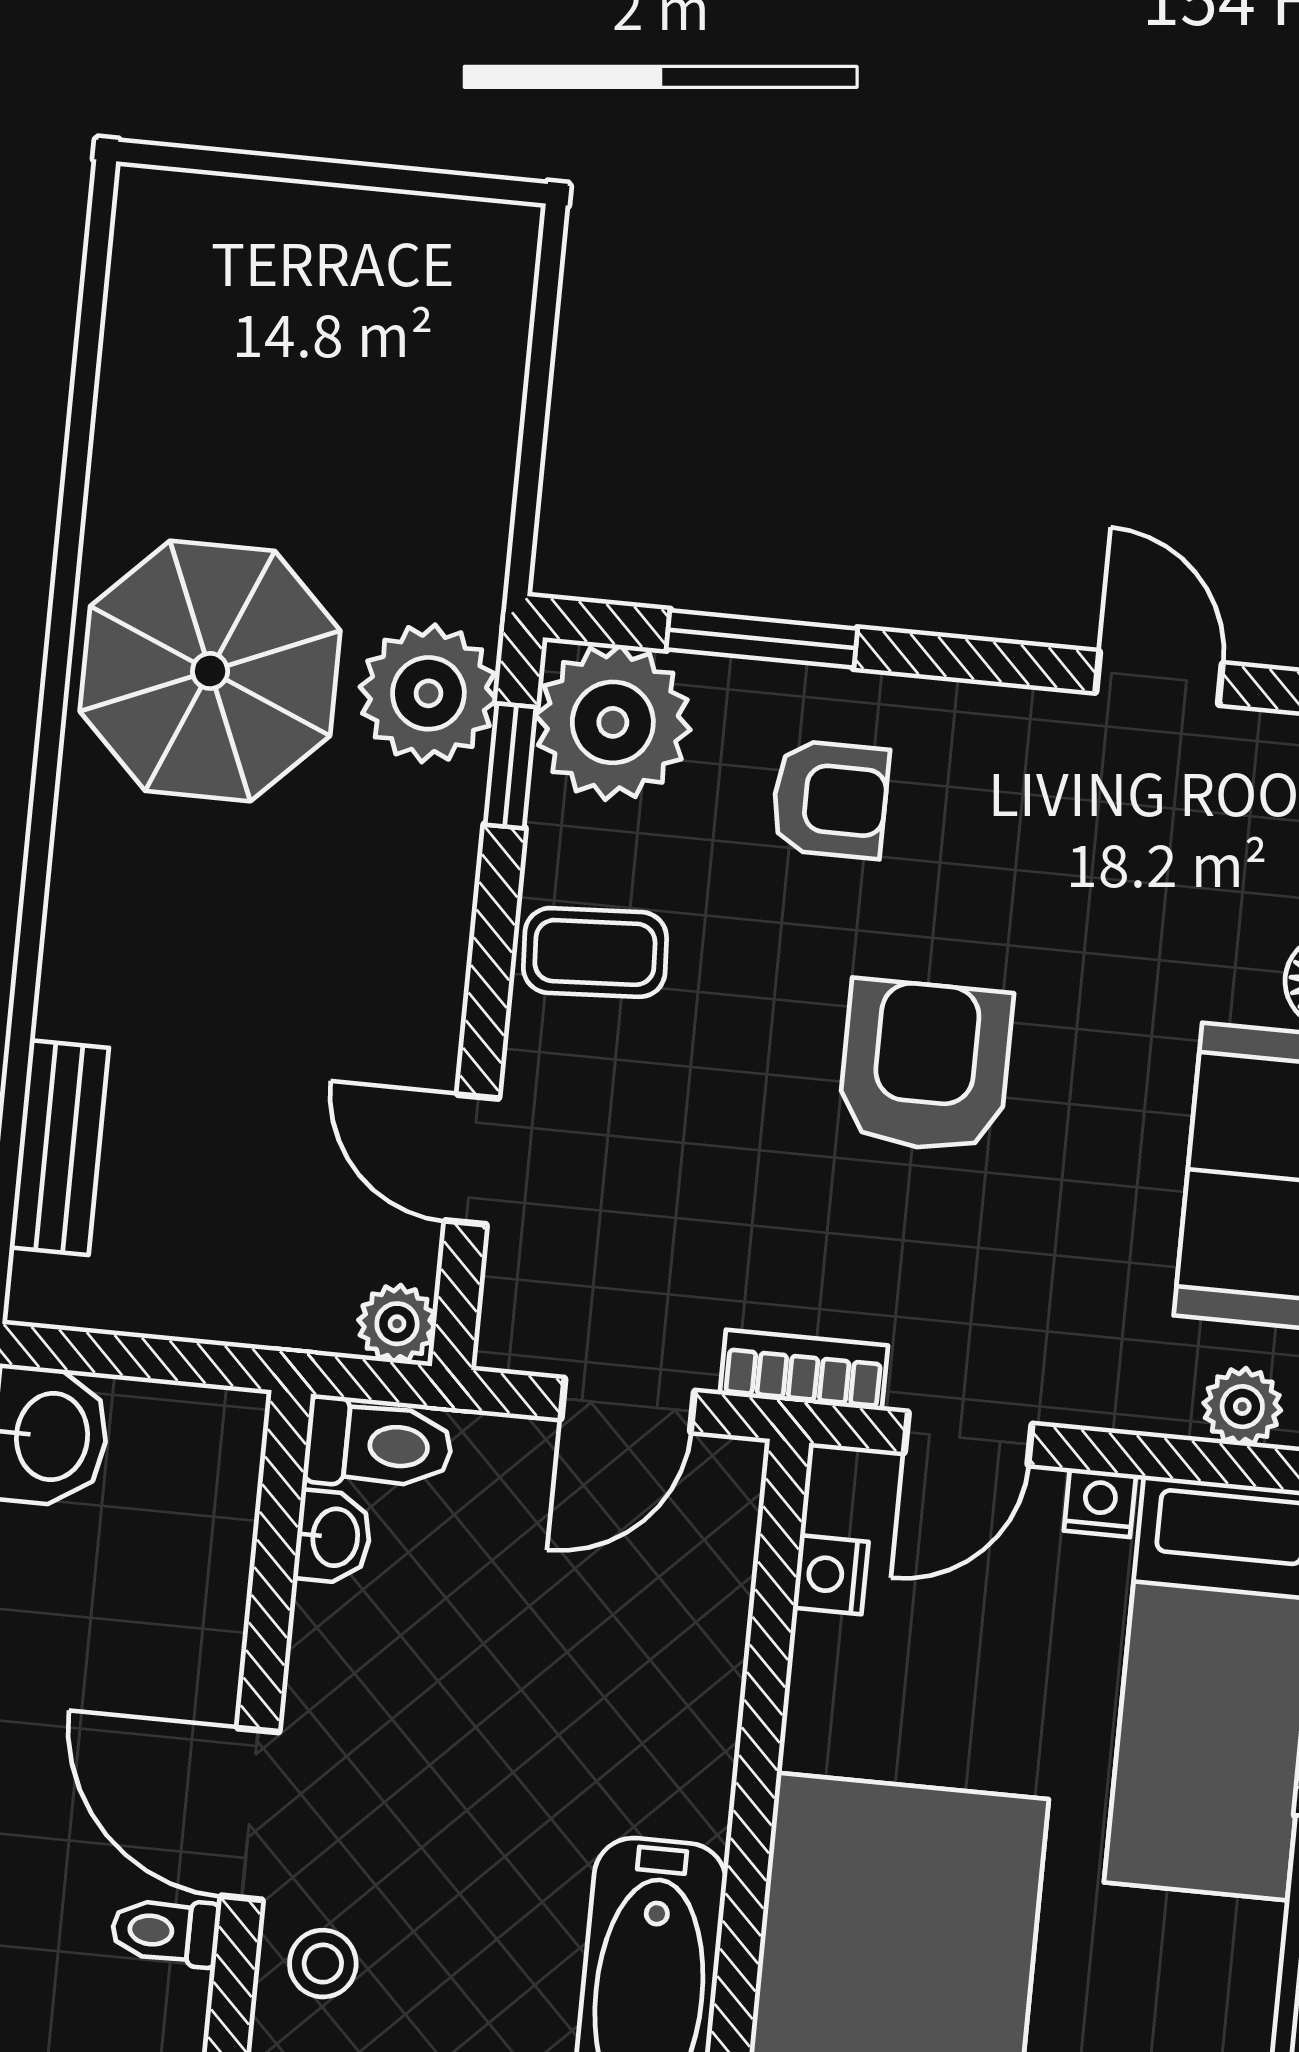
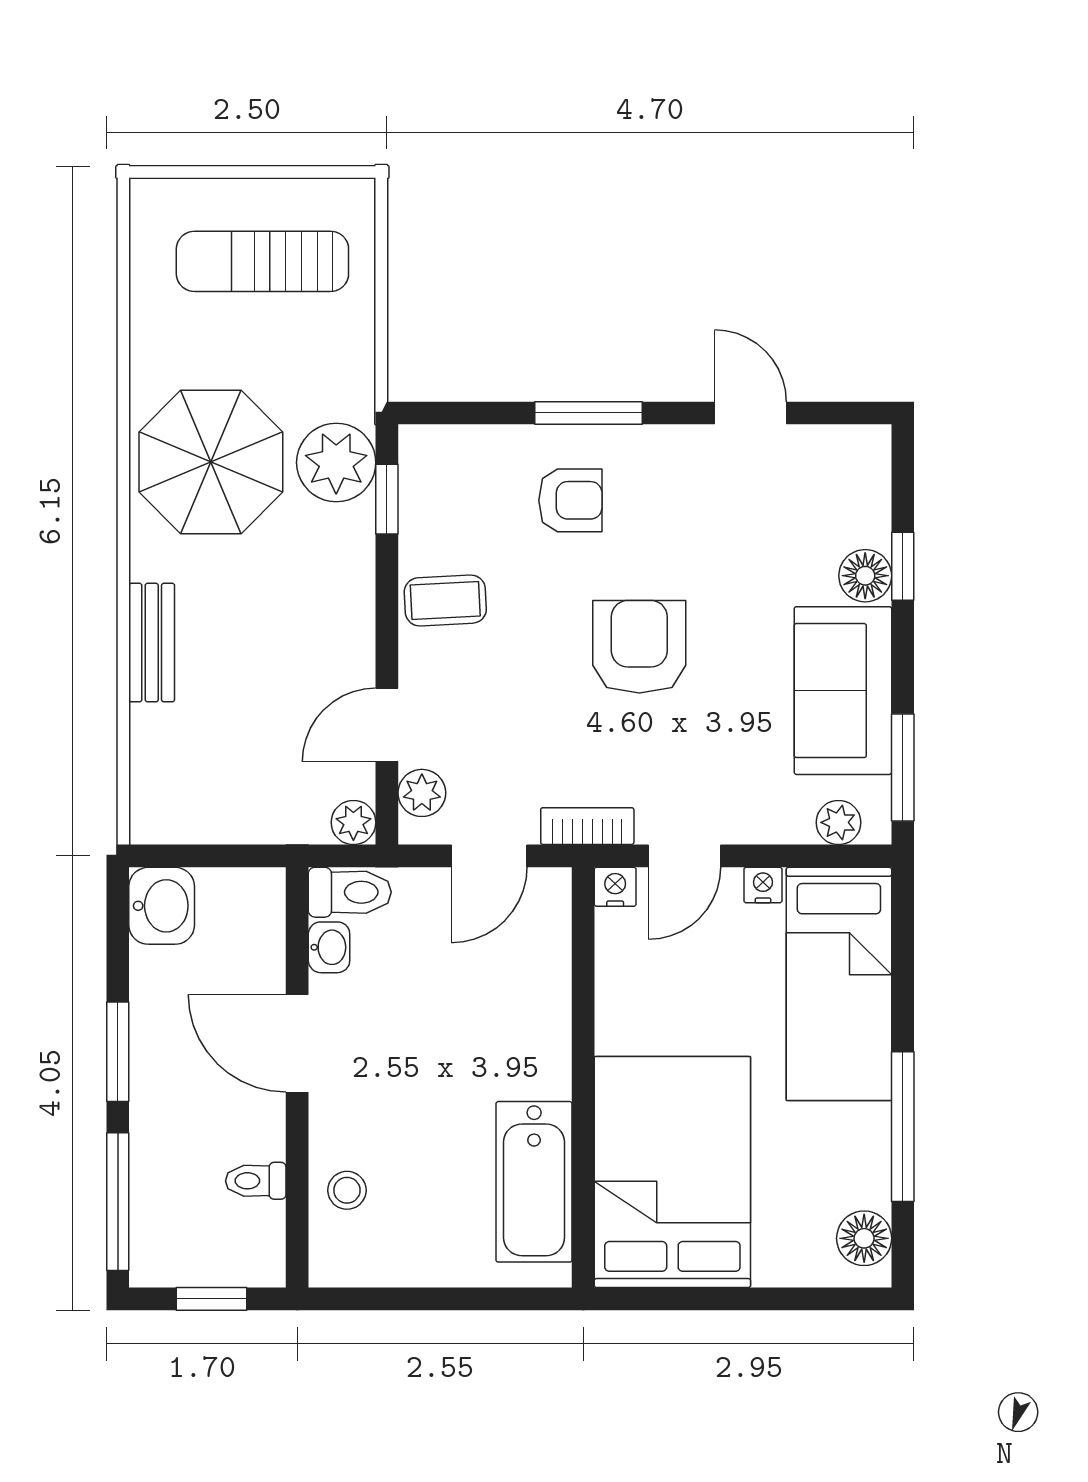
sun lounger: (334, 330) -> (262, 261), added
window: (762, 639) -> (589, 413), moved
plant: (613, 722) -> (422, 793), moved, width x0.53, depth x0.53
bench: (59, 1148) -> (152, 643), moved
door: (472, 1159) -> (387, 725), hinge flipped
nightstand: (831, 1575) -> (615, 887), moved, turned 90
door: (250, 1814) -> (297, 1043), moved

